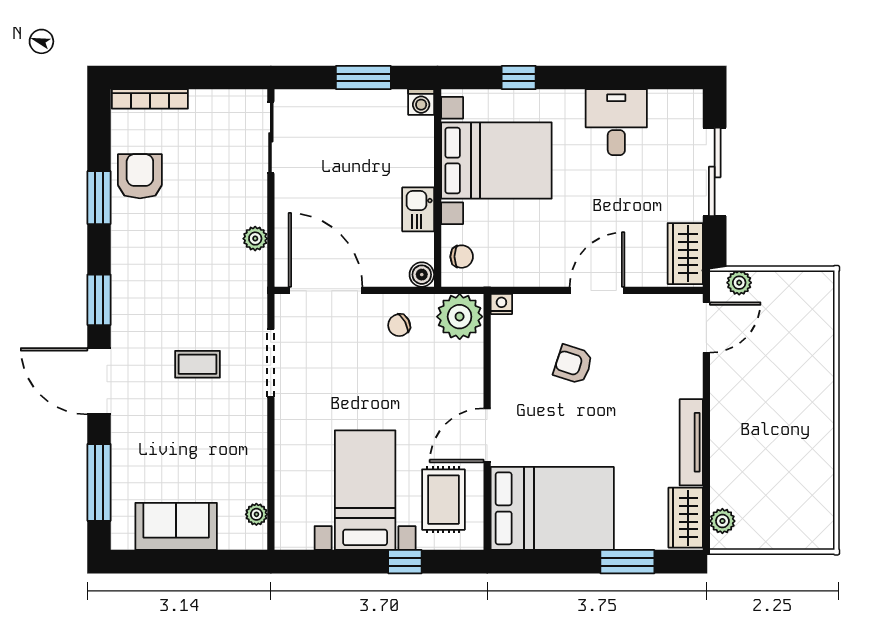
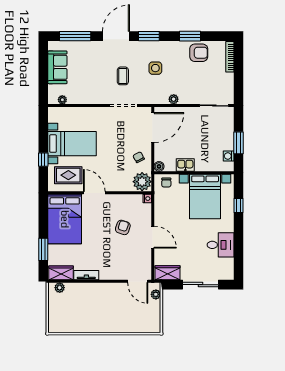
washing machine: (421, 102) -> (229, 156), moved
side table: (178, 284) -> (155, 68), added
tv unit: (691, 442) -> (86, 275), width x0.71

